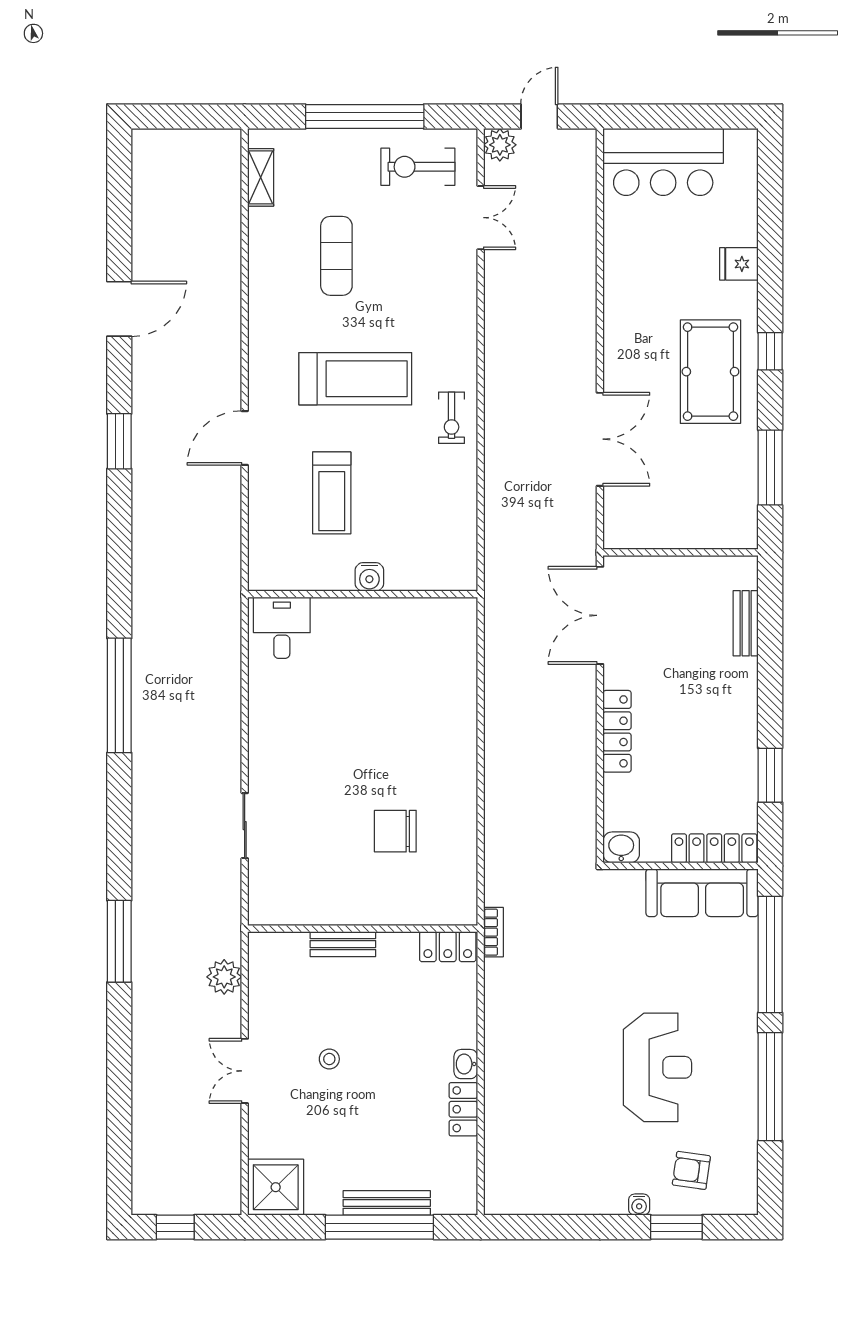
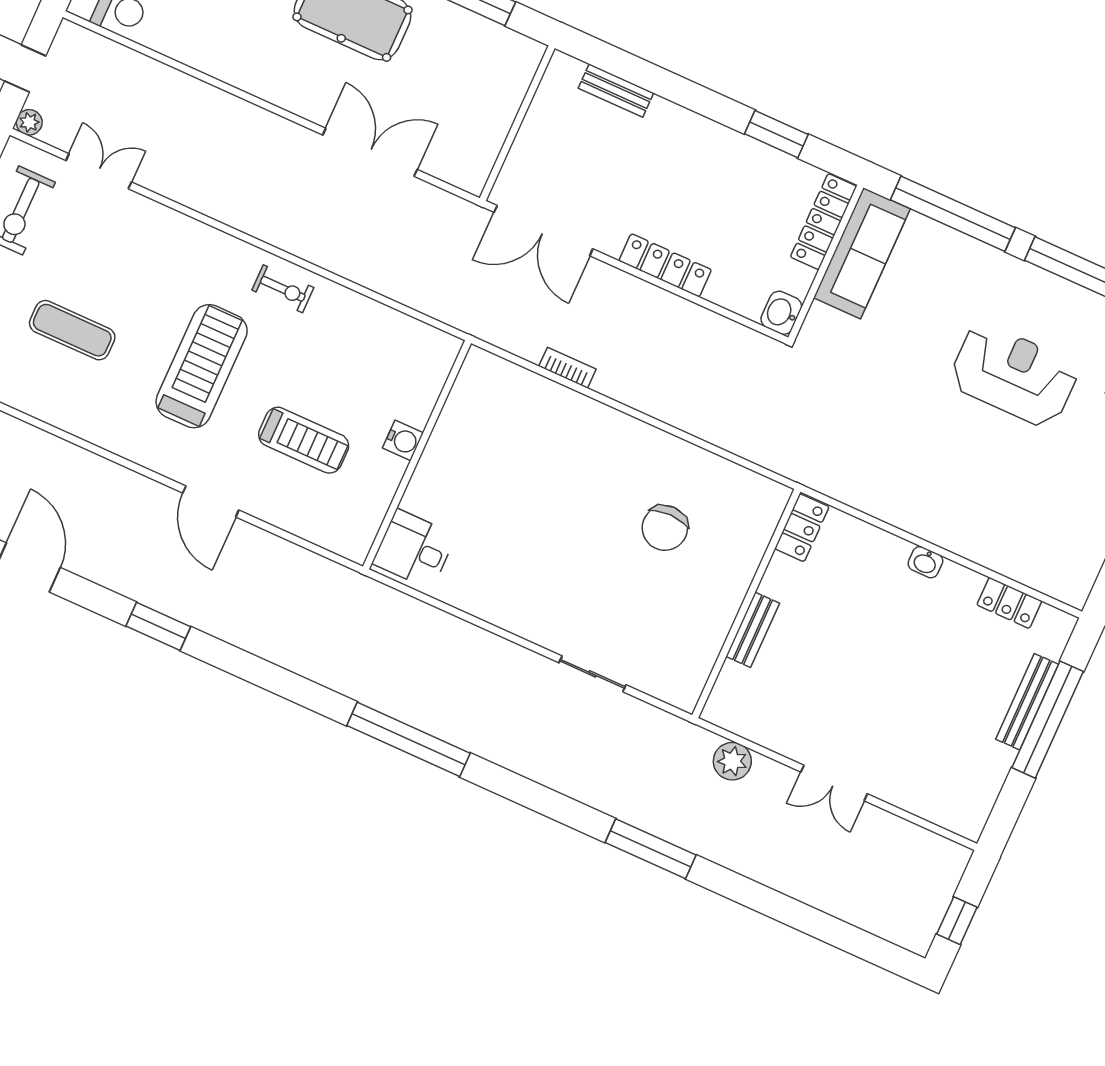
plant: (500, 145) -> (29, 122), width x0.73, depth x0.73
bookcase: (493, 932) -> (567, 368), moved
stool: (329, 1059) -> (860, 694), removed
locker: (463, 1109) -> (1009, 603), moved
shower: (276, 1187) -> (962, 804), removed

